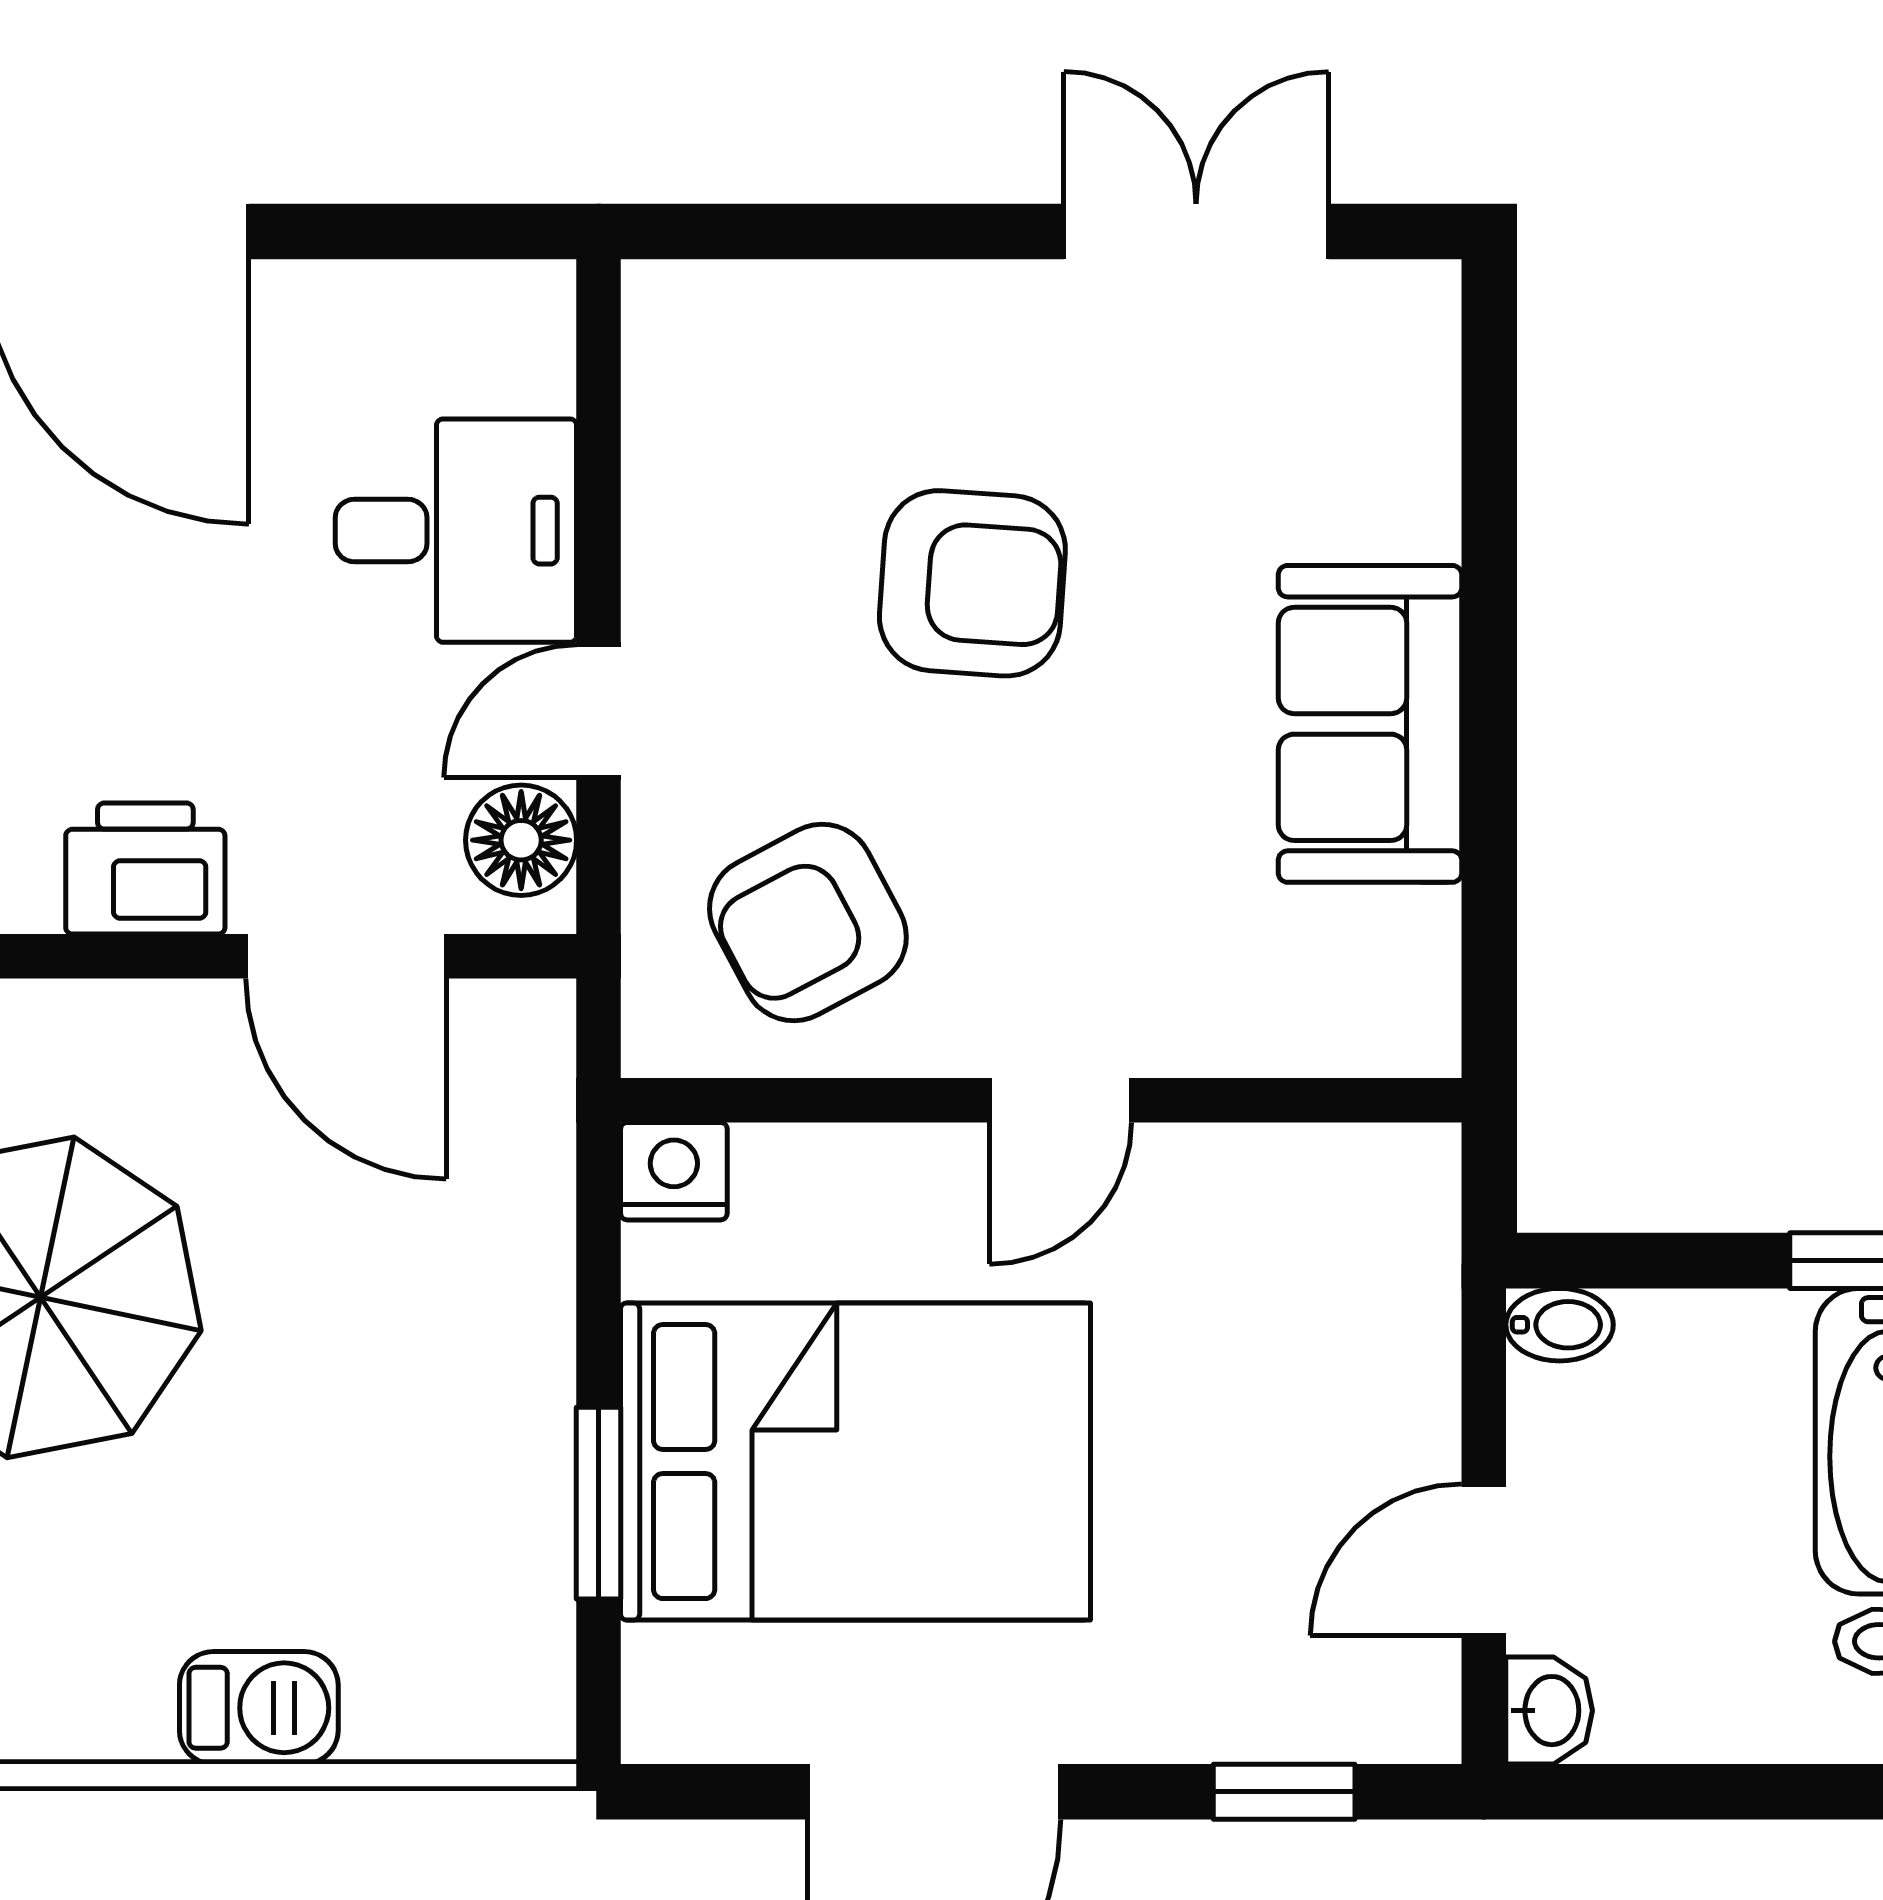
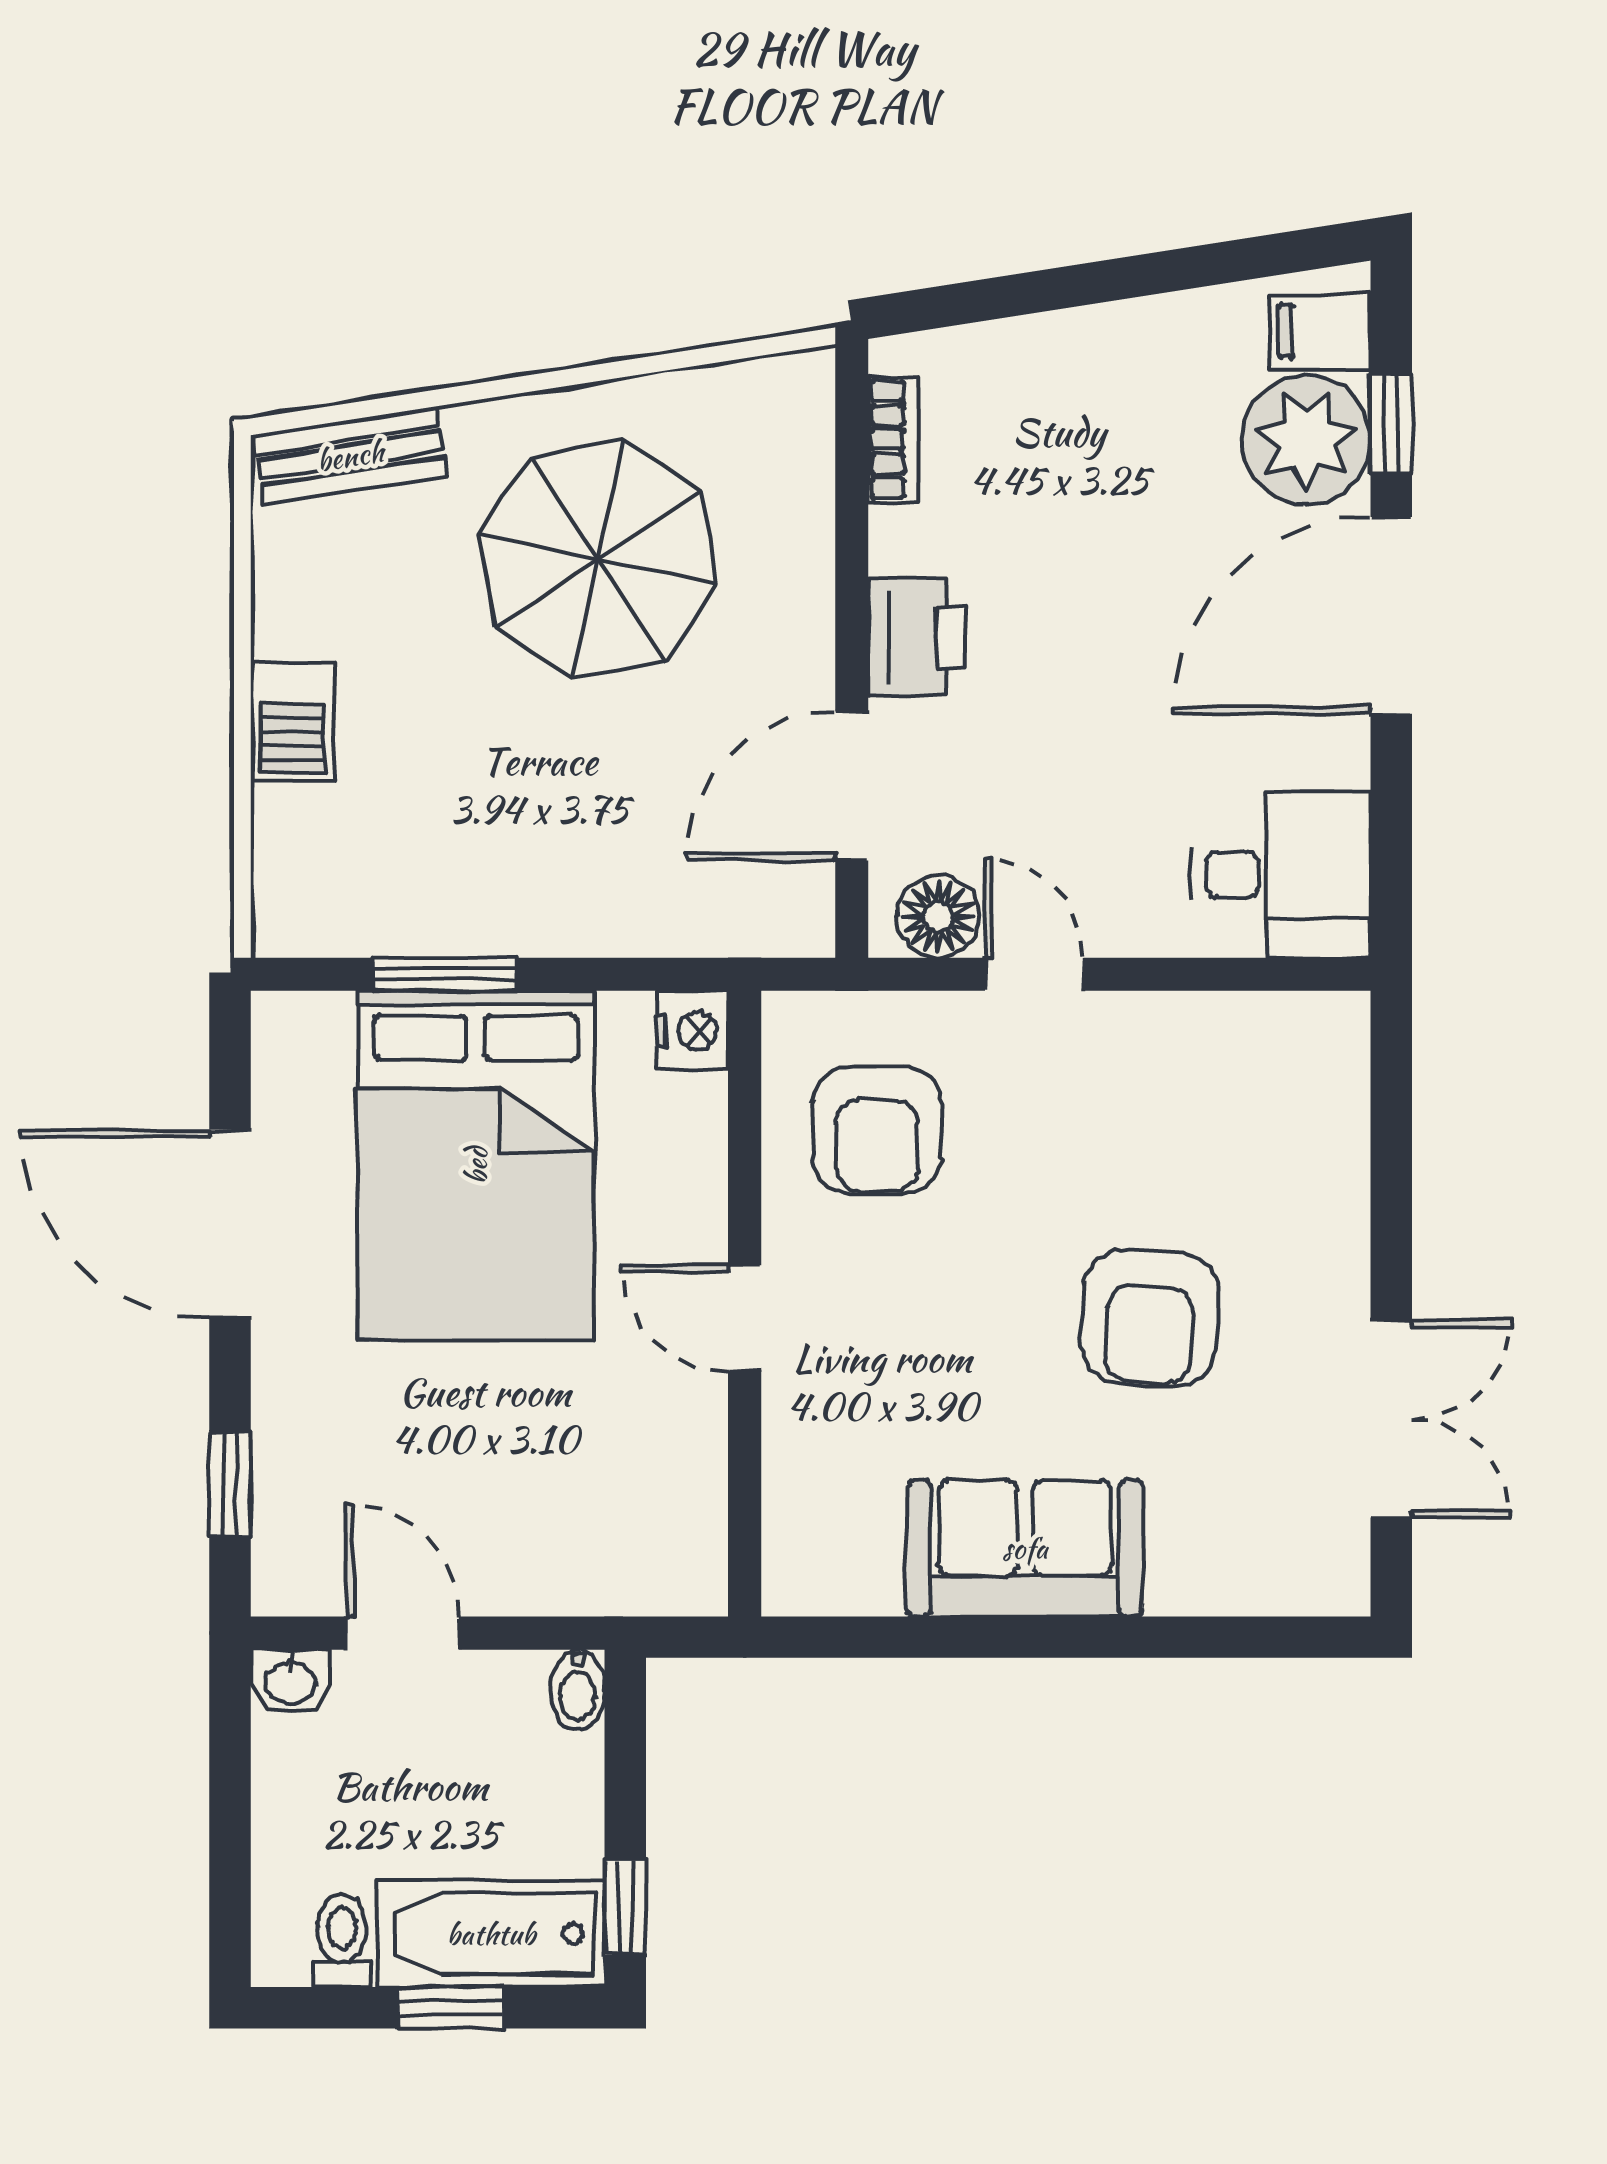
desk: (456, 531) -> (1281, 875), moved, turned -90
armchair: (972, 583) -> (1150, 1318), moved
armchair: (808, 922) -> (877, 1130), turned -152

